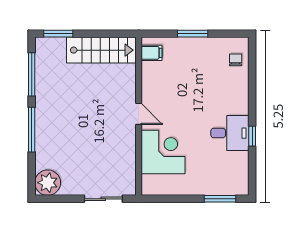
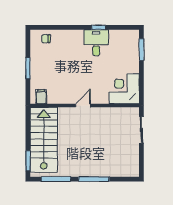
stairs: (101, 50) -> (44, 140), width x1.36, depth x1.51
corner desk: (163, 152) -> (124, 89), moved
plant: (48, 183) -> (130, 168), removed

